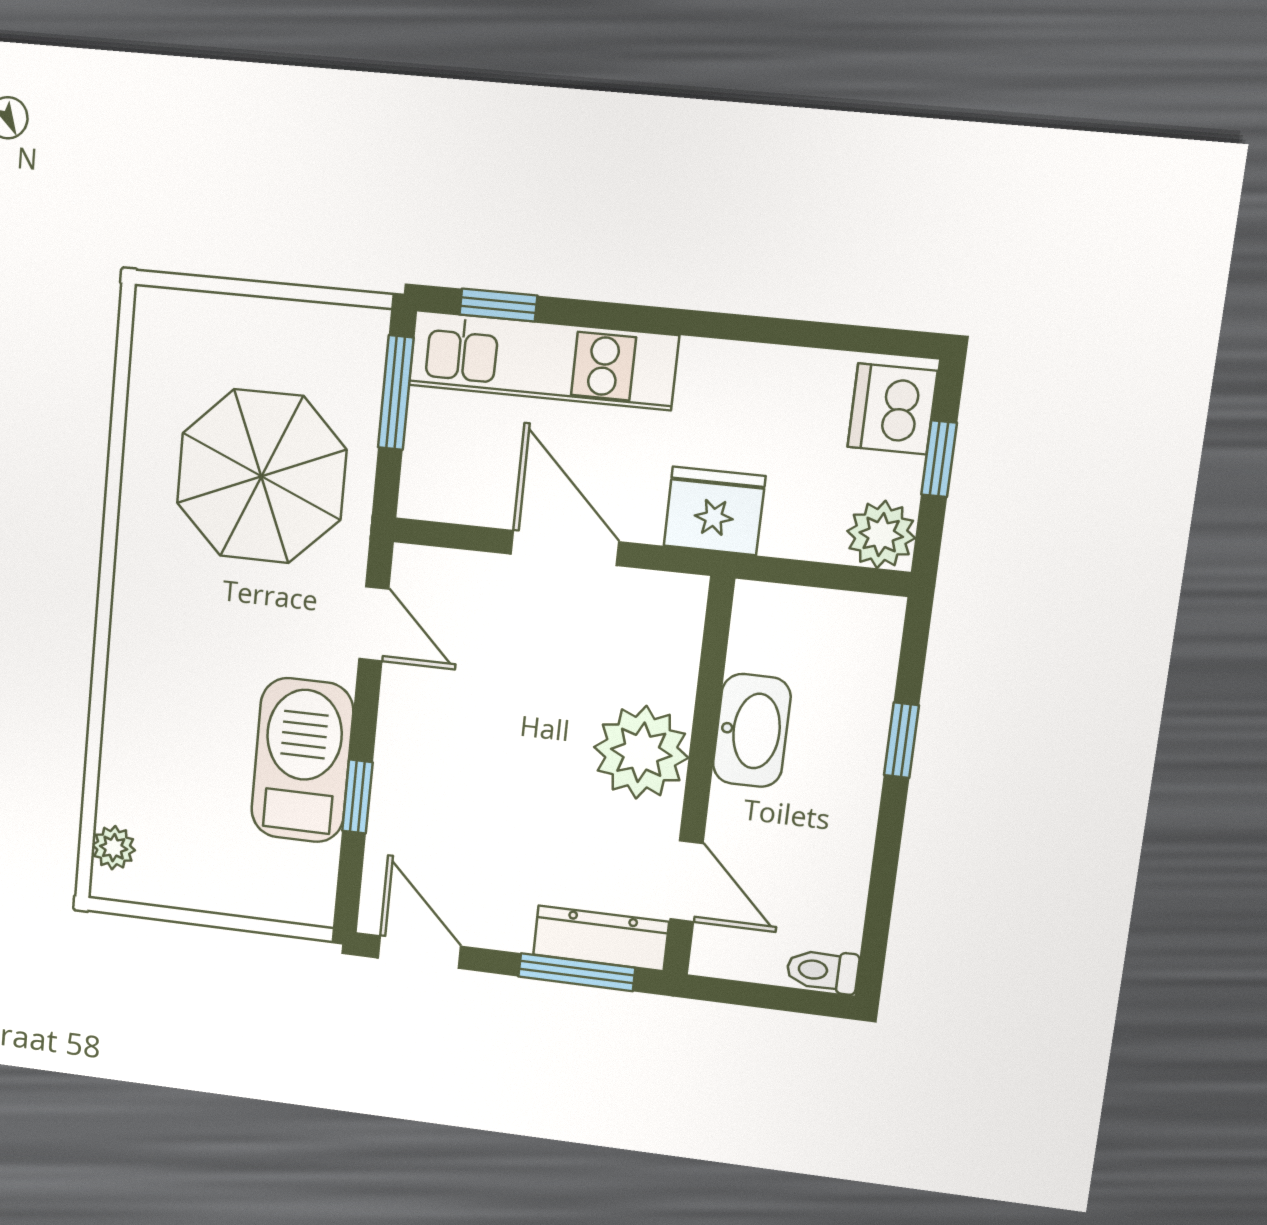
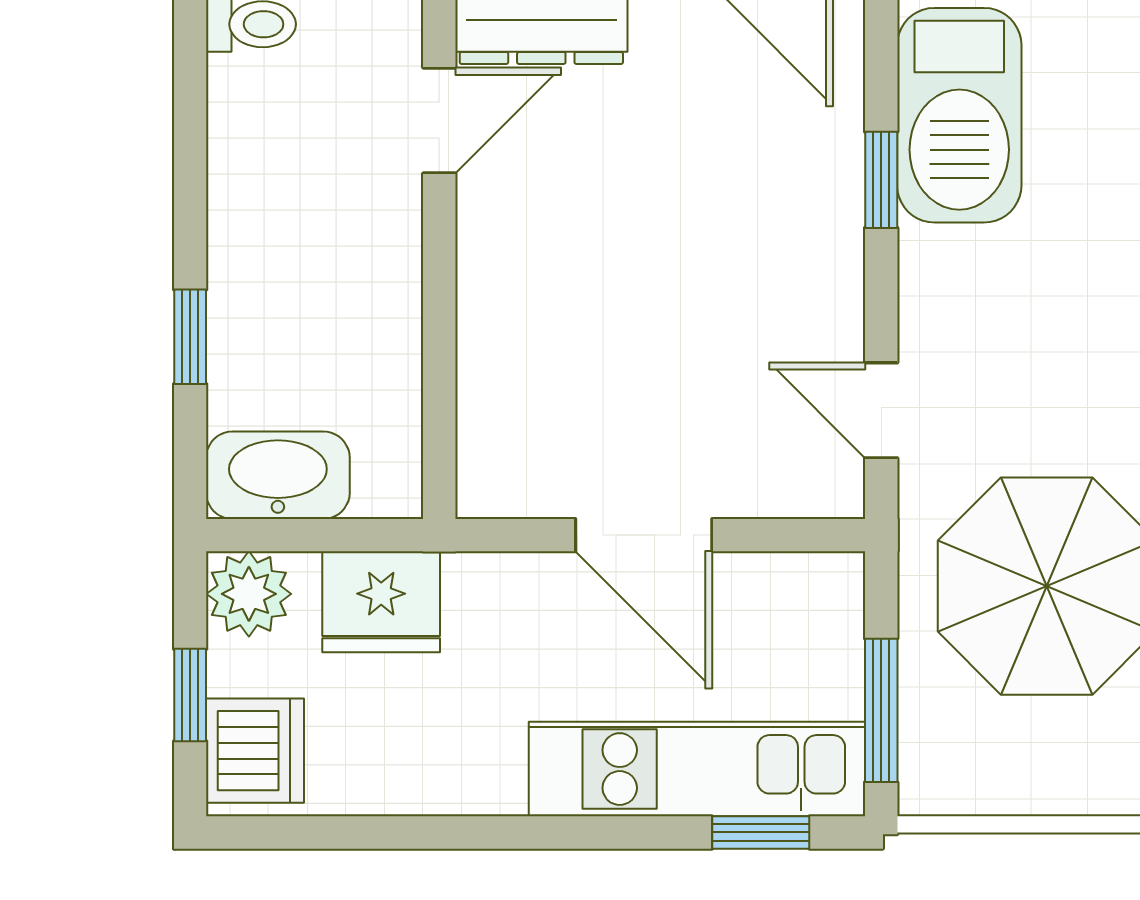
fridge: (714, 511) -> (381, 602), moved
washbasin: (752, 731) -> (278, 475), moved, turned 90
plant: (641, 752) -> (517, 283), removed
barbecue: (302, 760) -> (959, 115), moved
door: (687, 881) -> (439, 121), swing flipped

